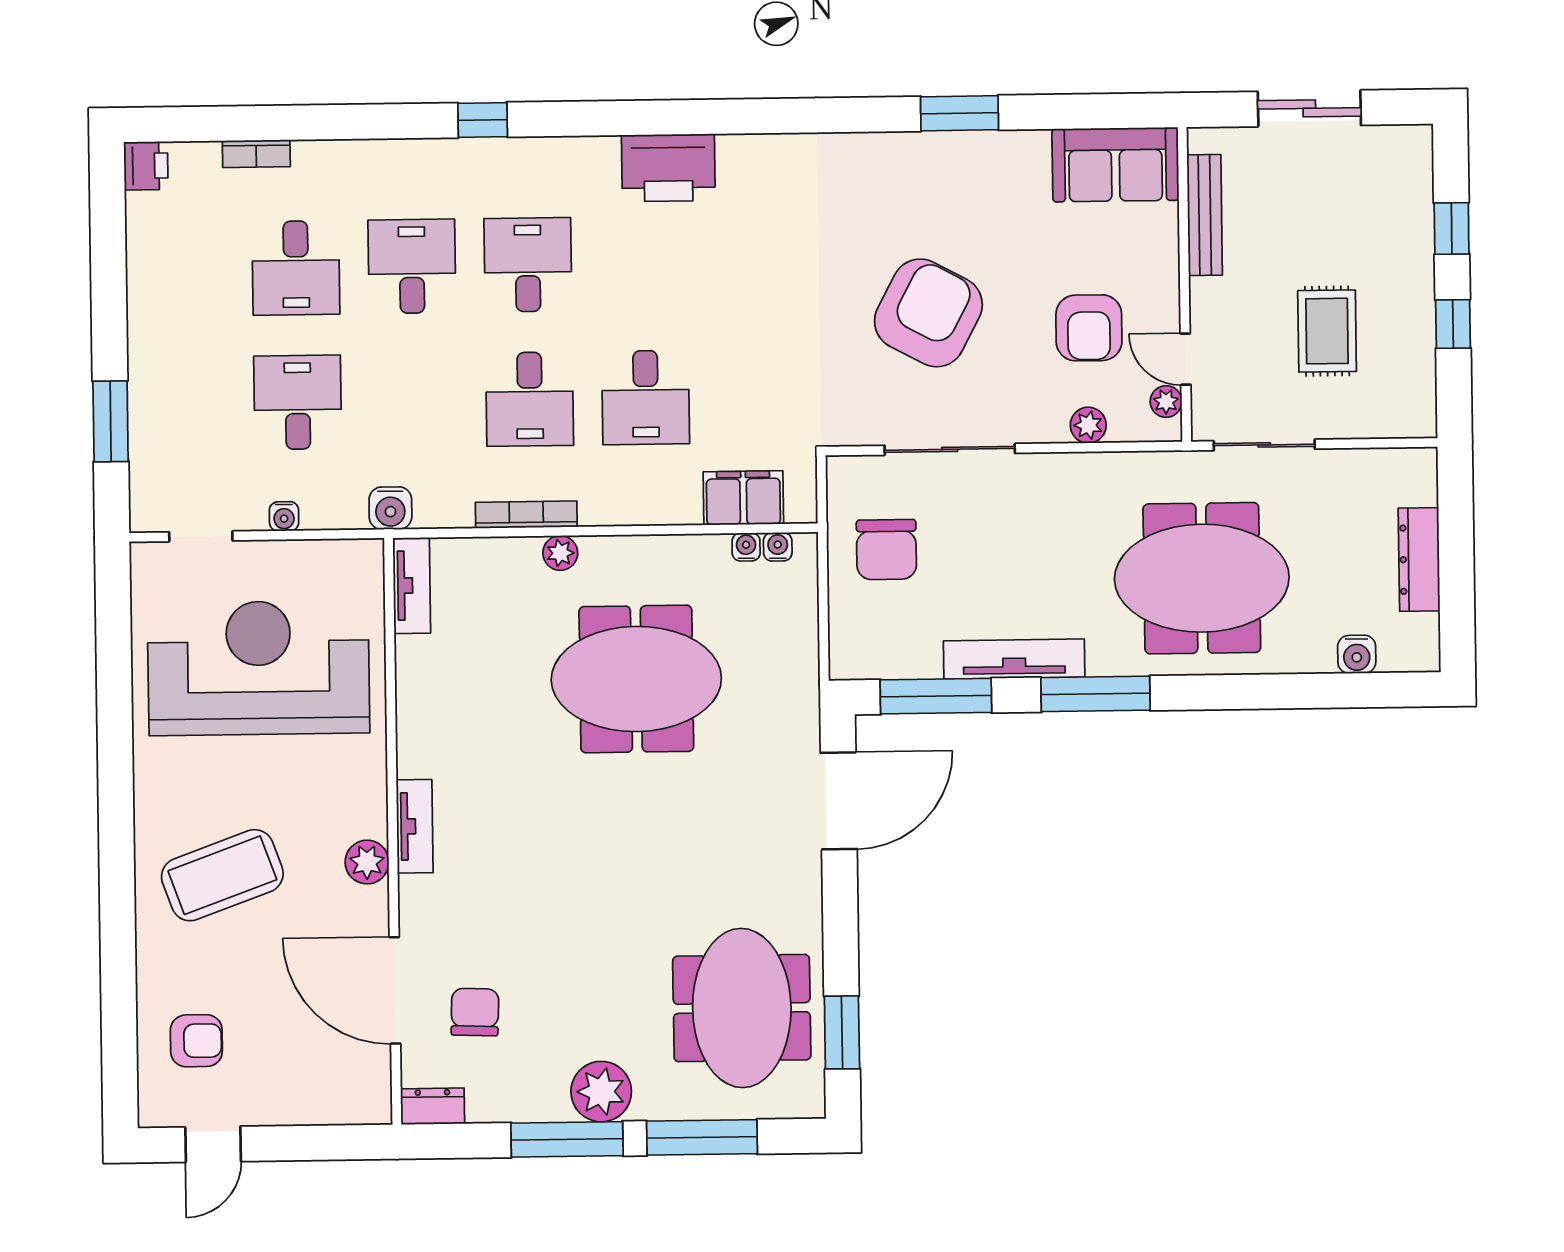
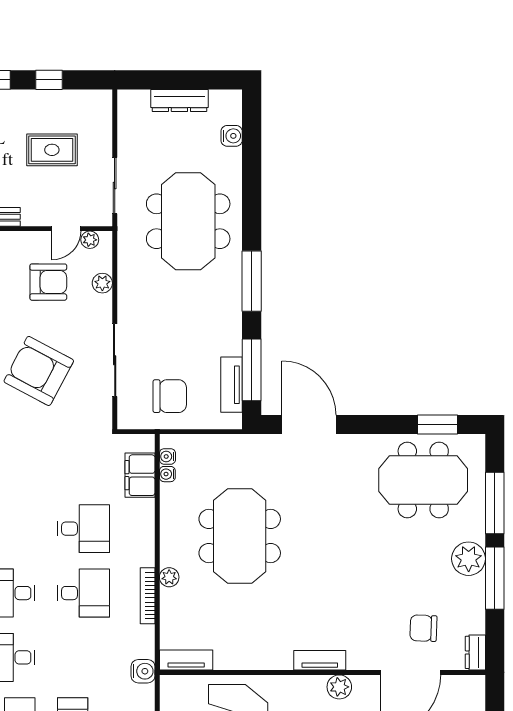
tv unit: (1014, 659) -> (232, 385), moved, width x0.71

